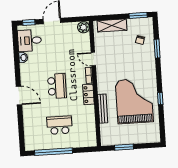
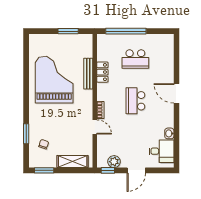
window: (29, 22) -> (108, 170), moved
plant: (83, 27) -> (114, 162), moved
locker: (88, 94) -> (102, 72), moved
window: (160, 99) -> (26, 80), removed
grand piano: (134, 101) -> (54, 80), turned 180
window: (53, 152) -> (126, 31), moved

